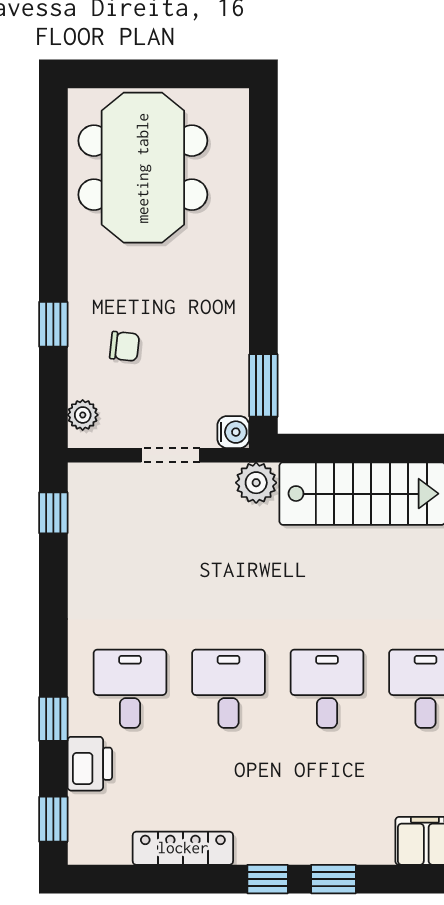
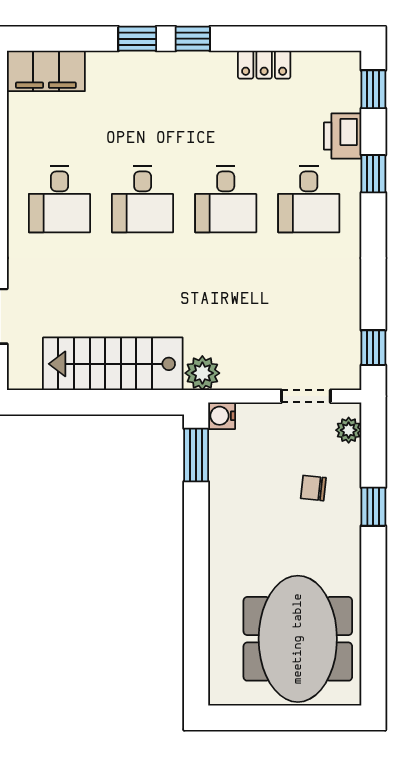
doorway: (171, 455) -> (306, 396), moved
locker: (183, 848) -> (264, 65), width x0.66

